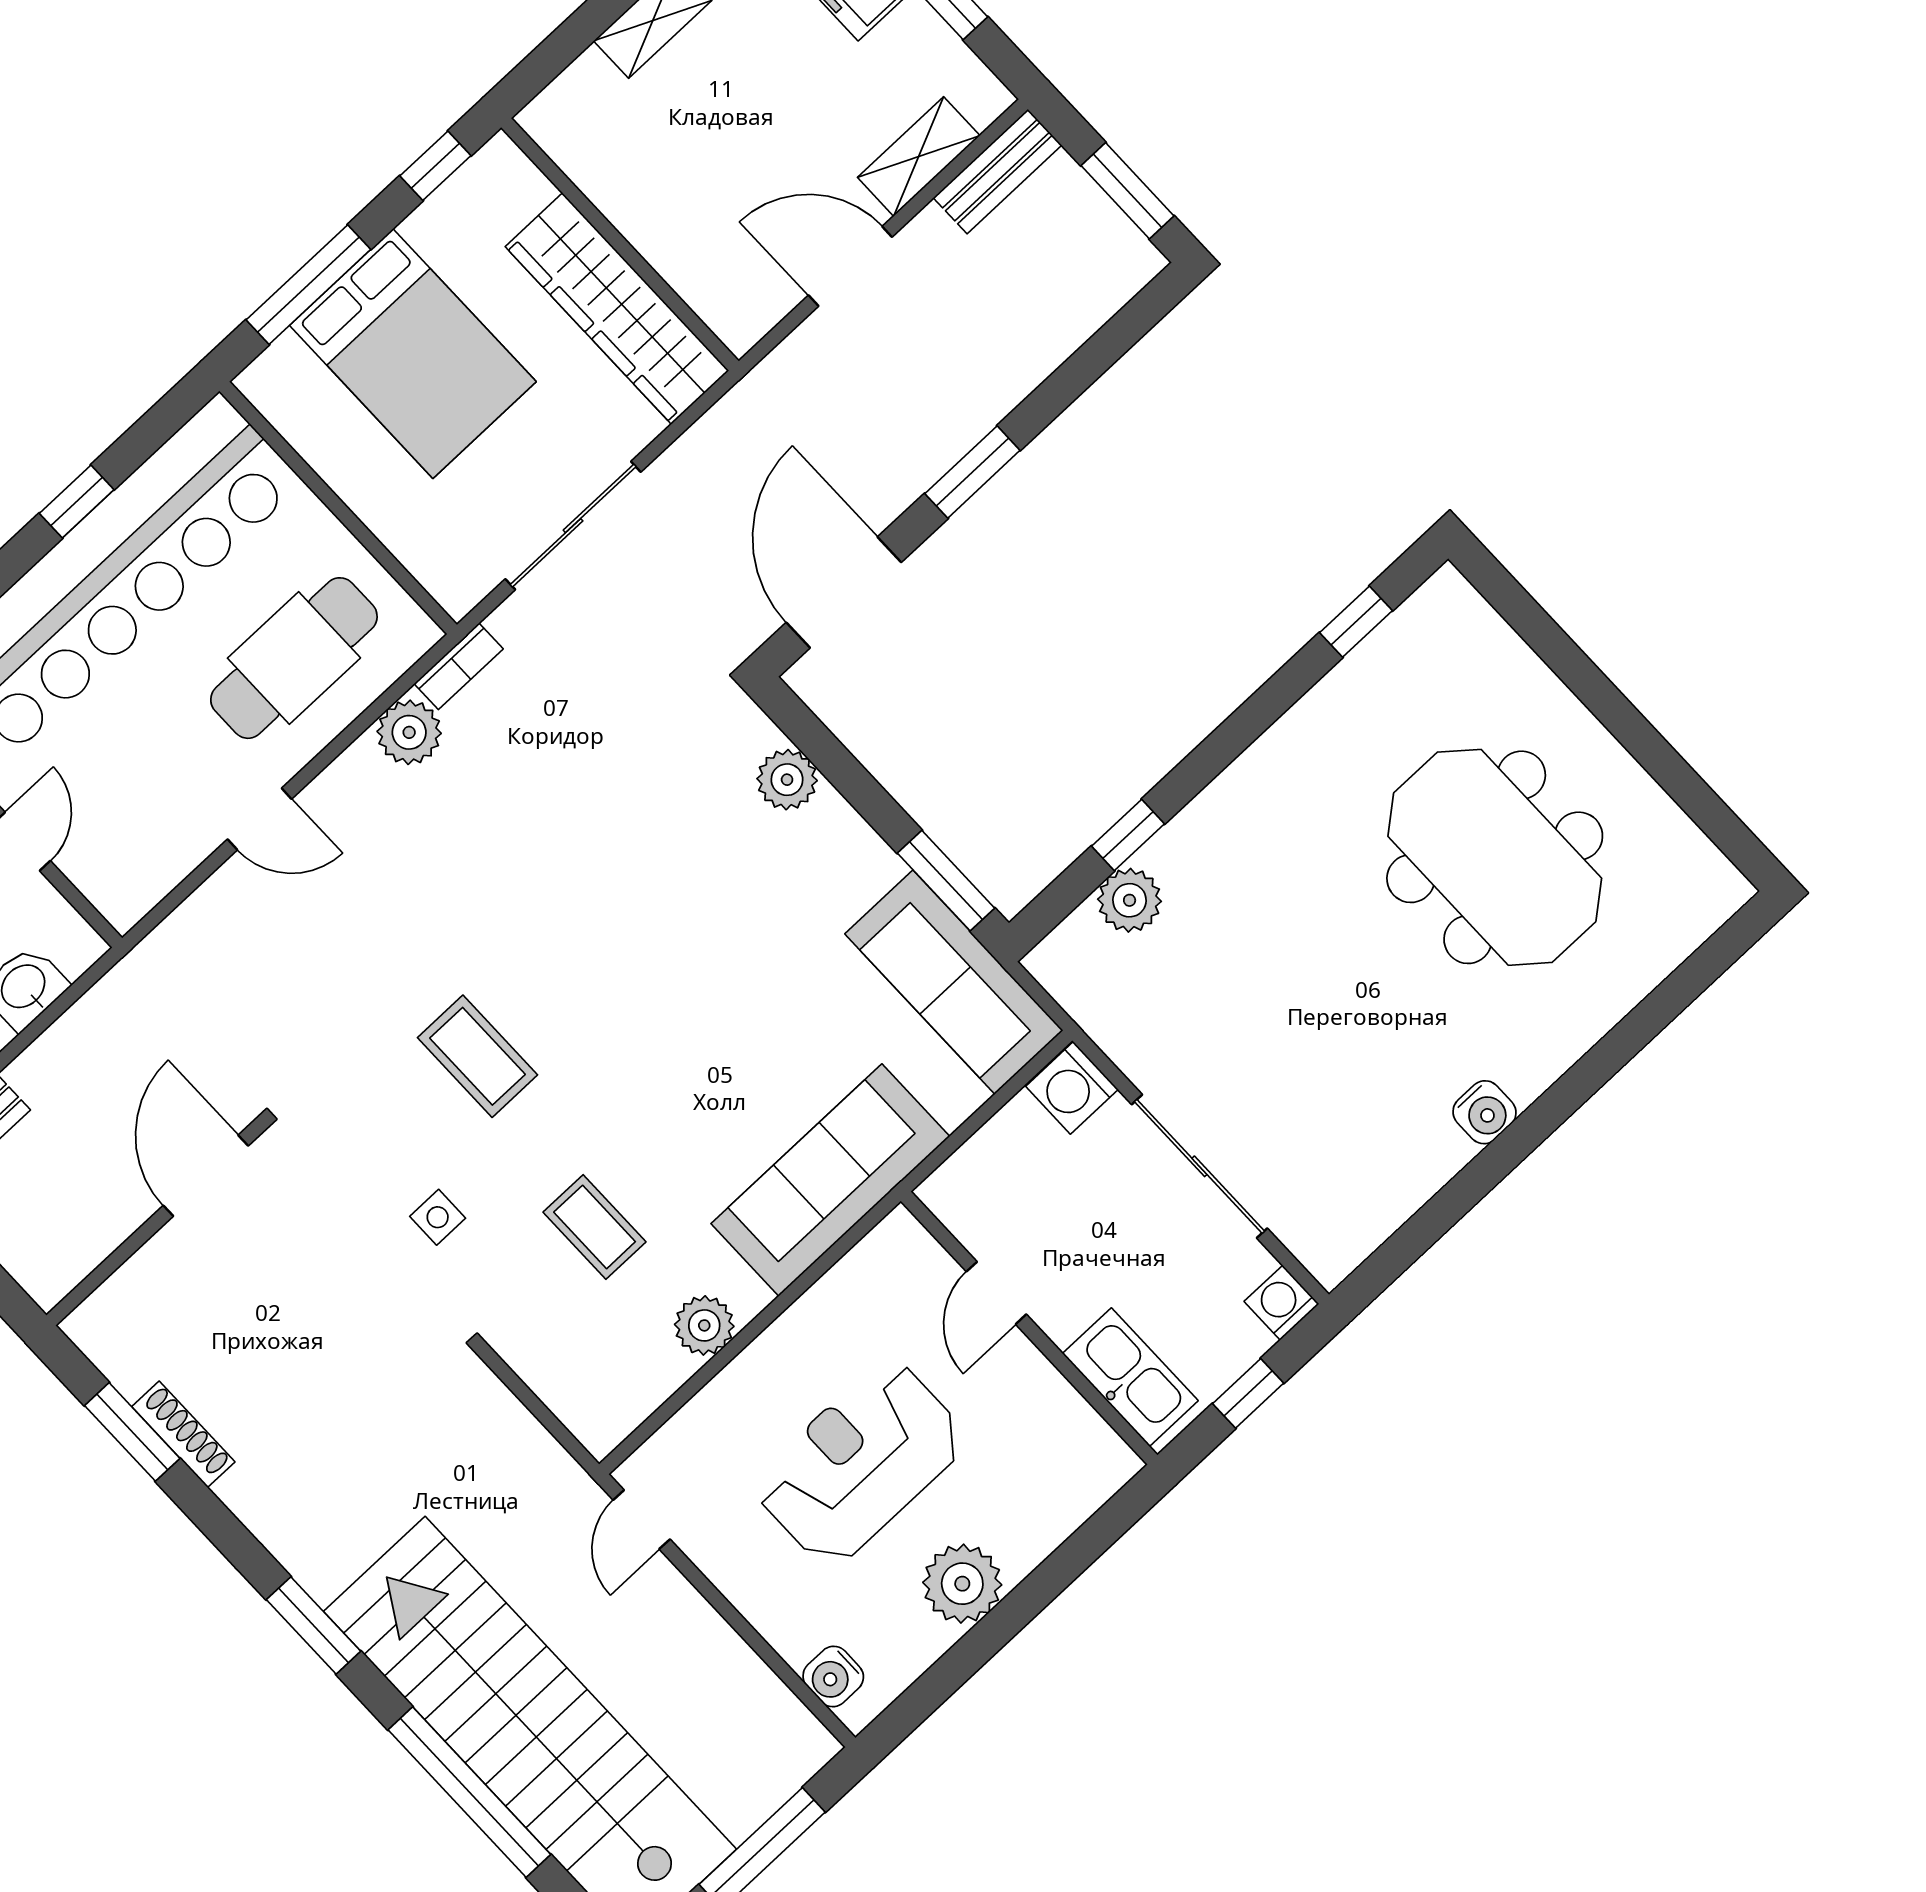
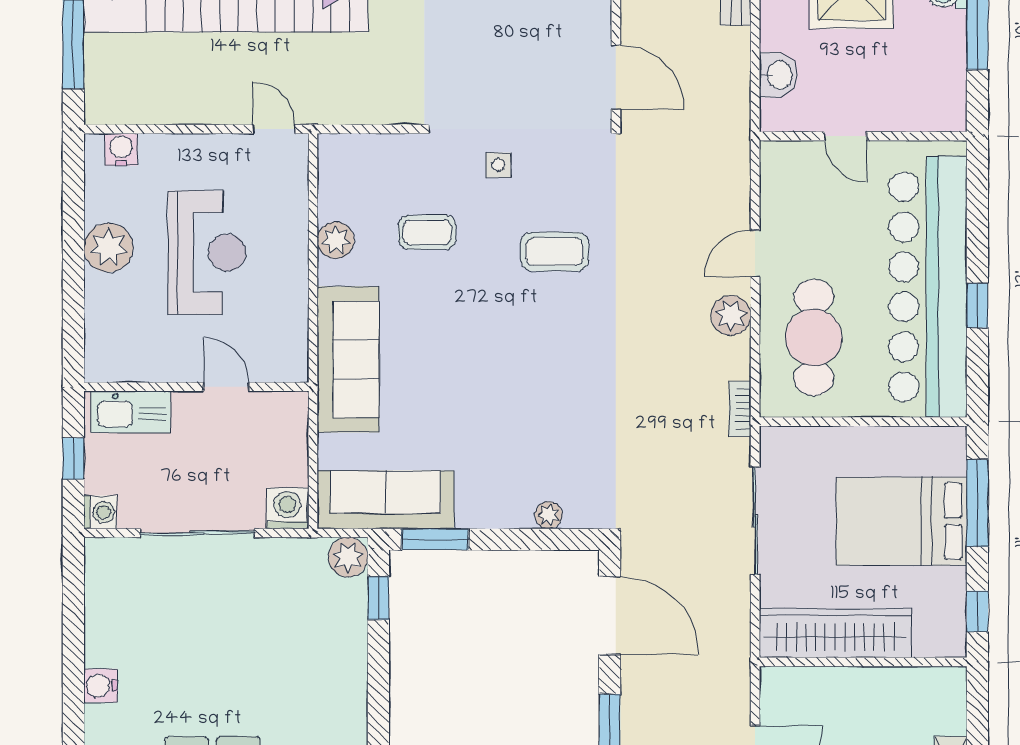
plant: (409, 732) -> (731, 316), moved
plant: (787, 780) -> (549, 515), width x0.73, depth x0.73
window: (1128, 835) -> (378, 598), moved
plant: (1130, 900) -> (348, 557), moved

